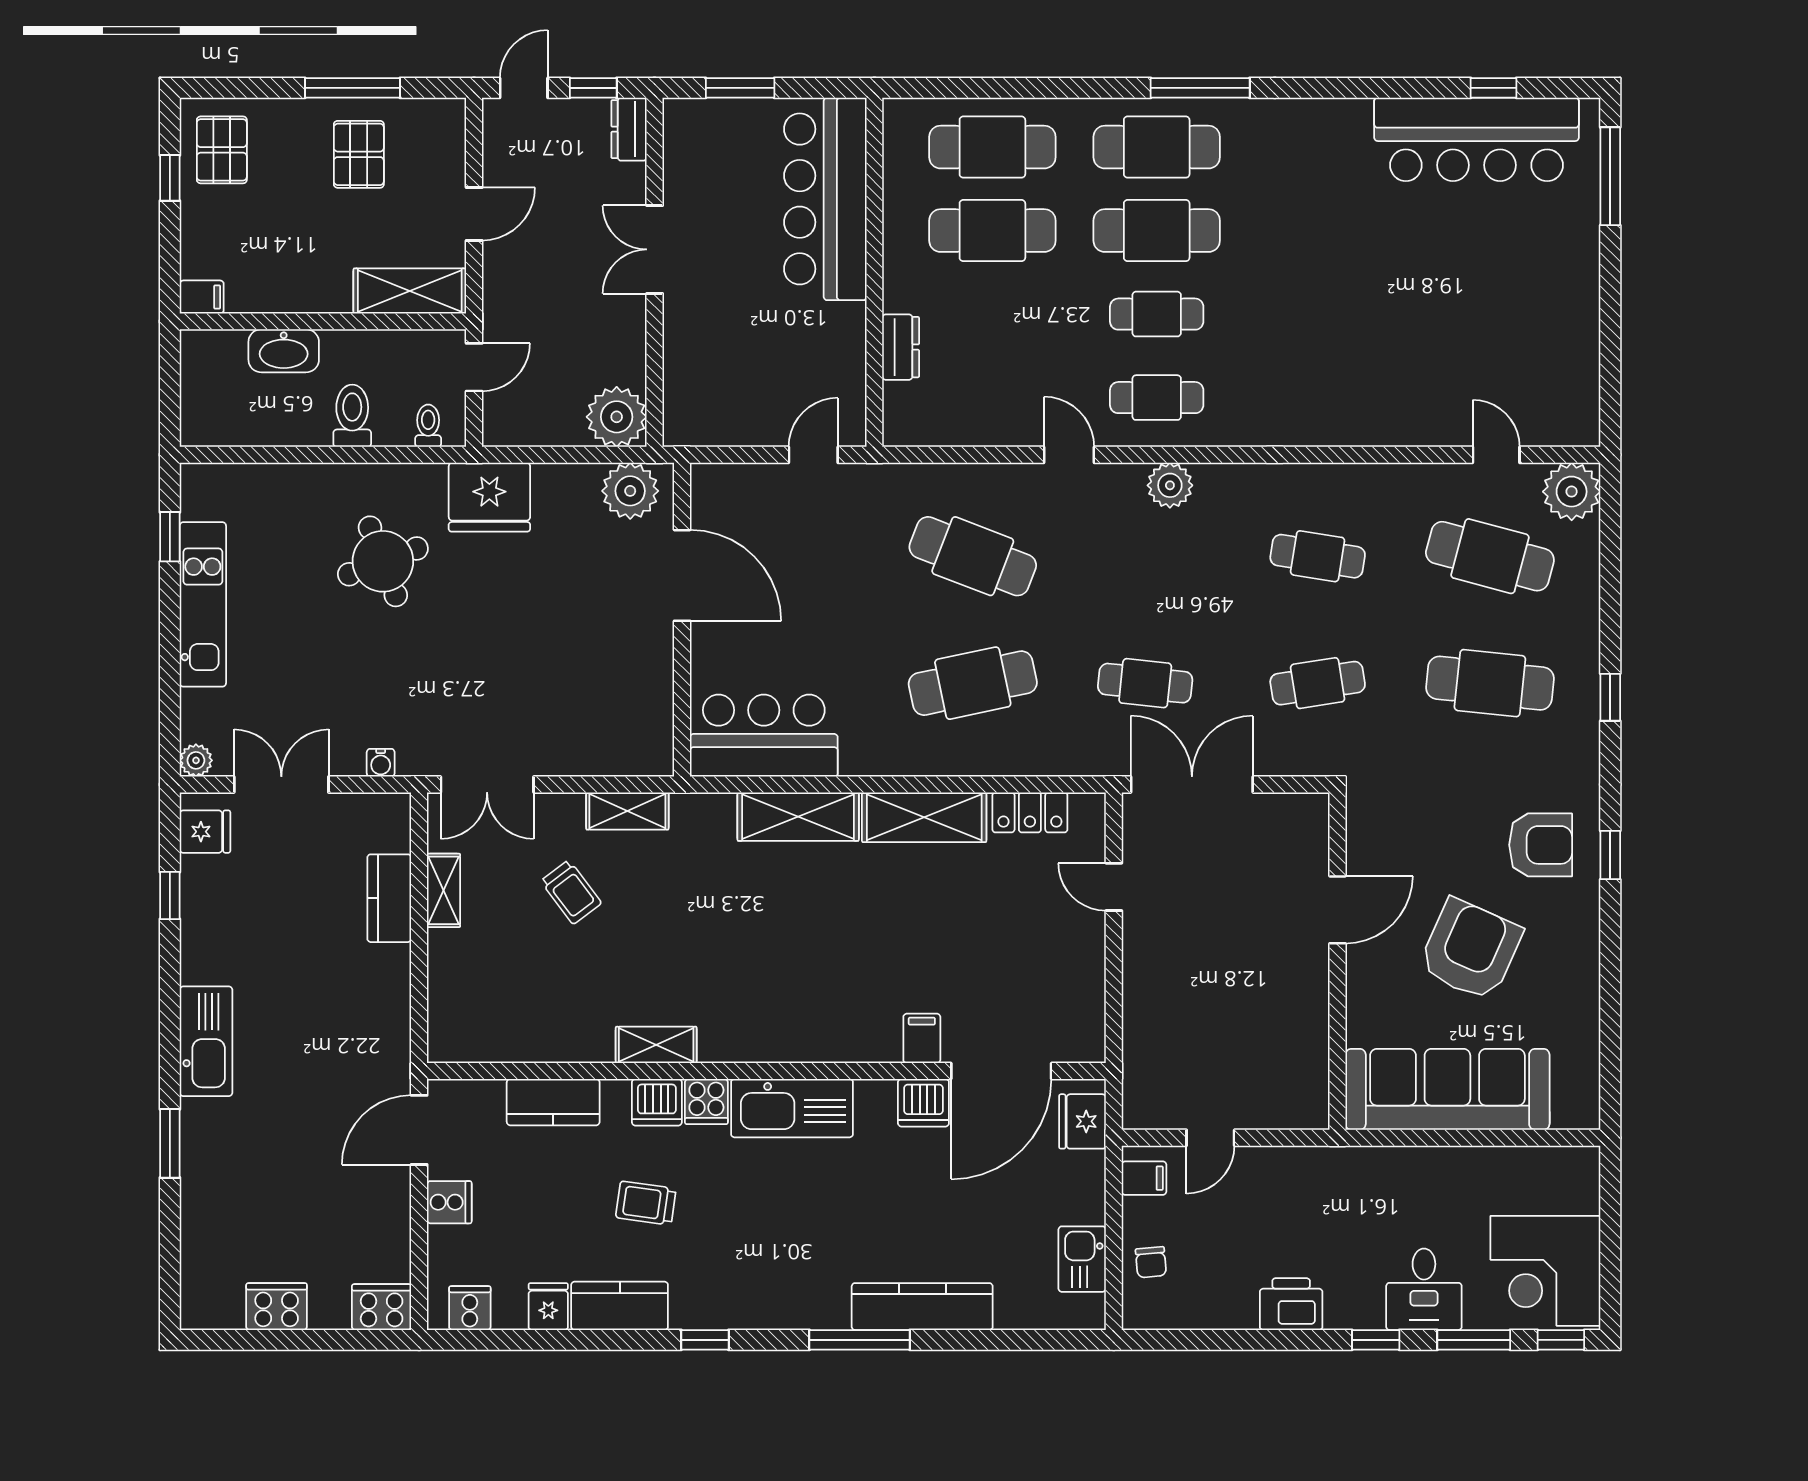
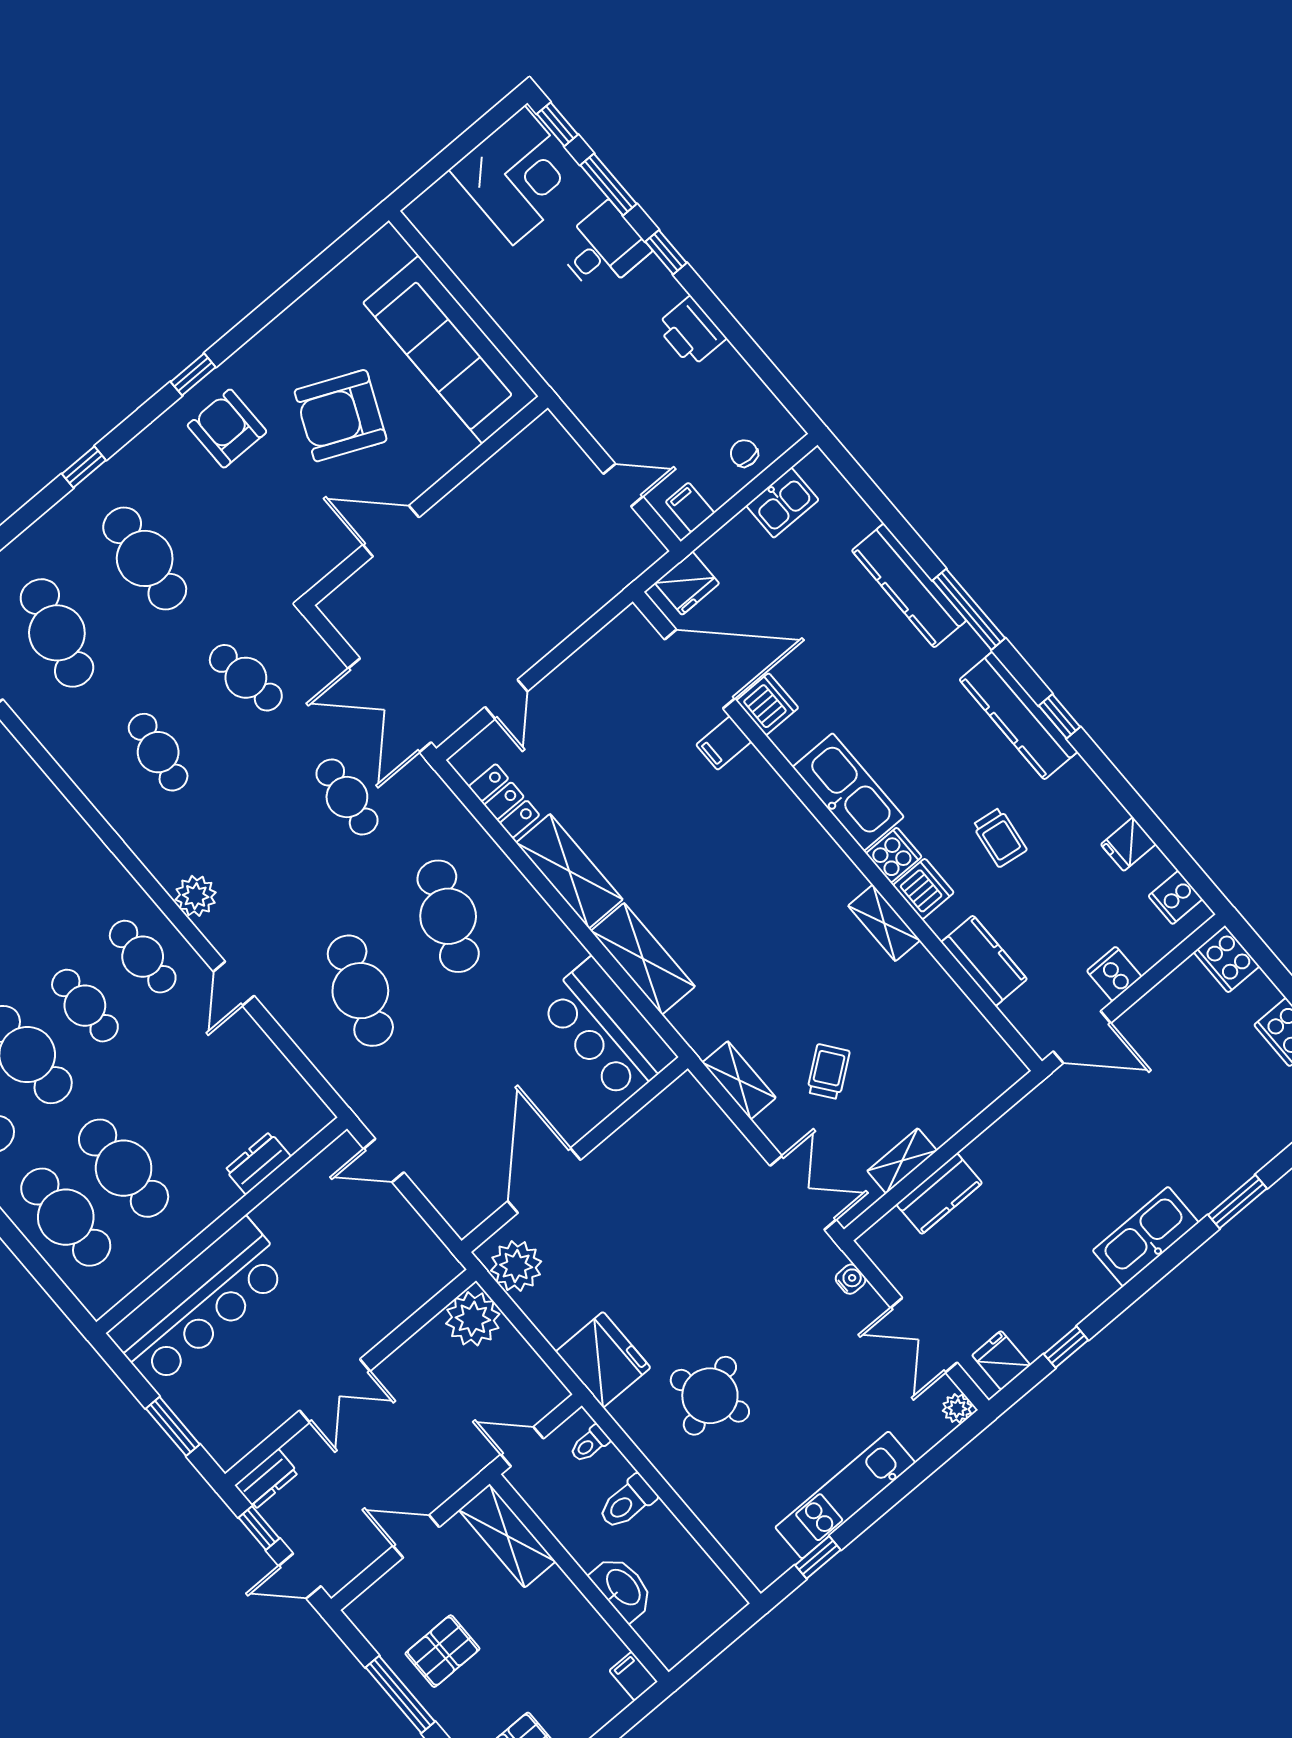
cafe table: (973, 683) -> (448, 916), turned 36
chair: (1151, 1262) -> (744, 453), turned -85
kitchen counter: (620, 1306) -> (1018, 716), moved, width x1.50

